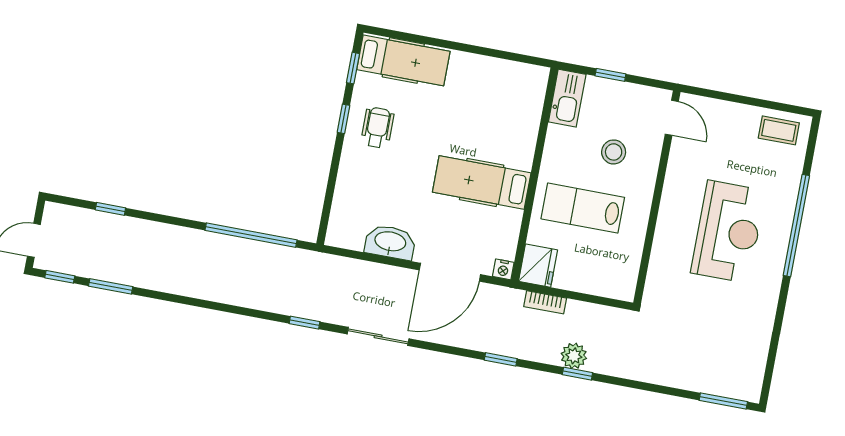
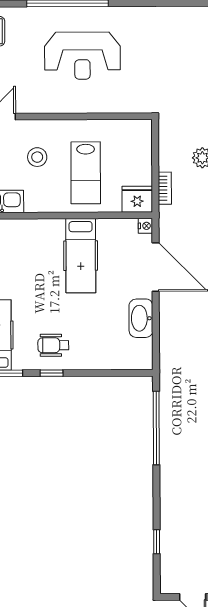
reception desk: (728, 232) -> (82, 56), turned 180

